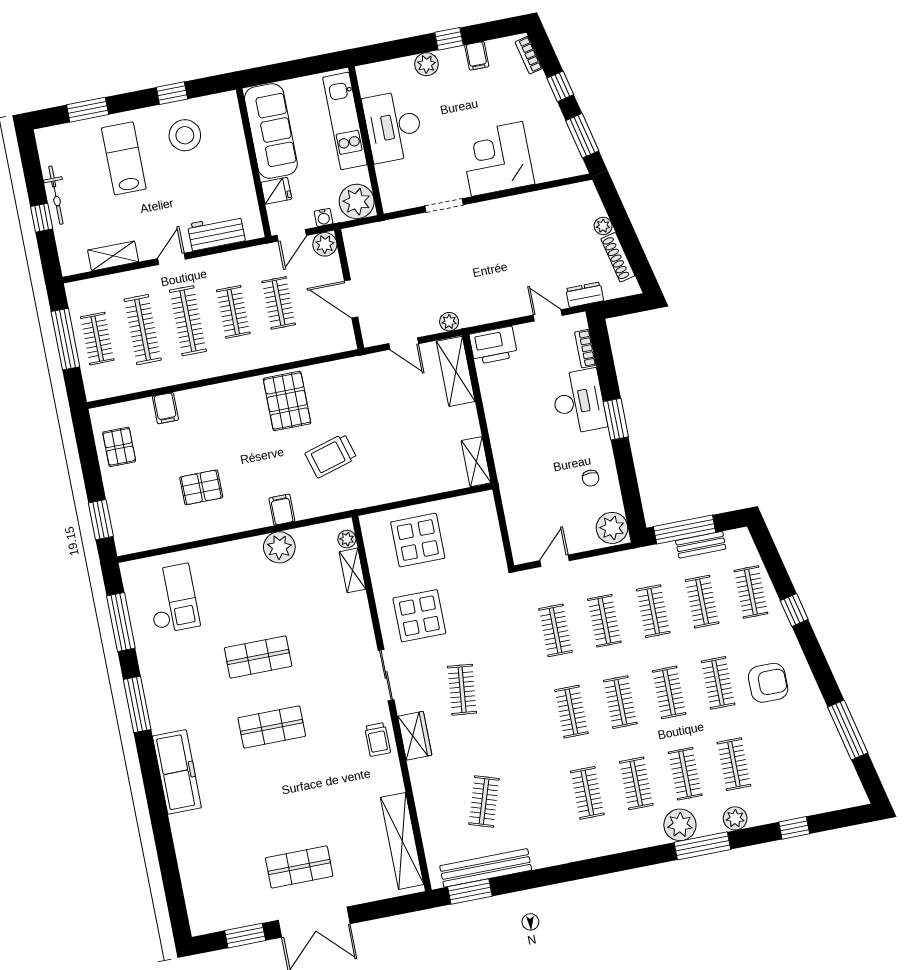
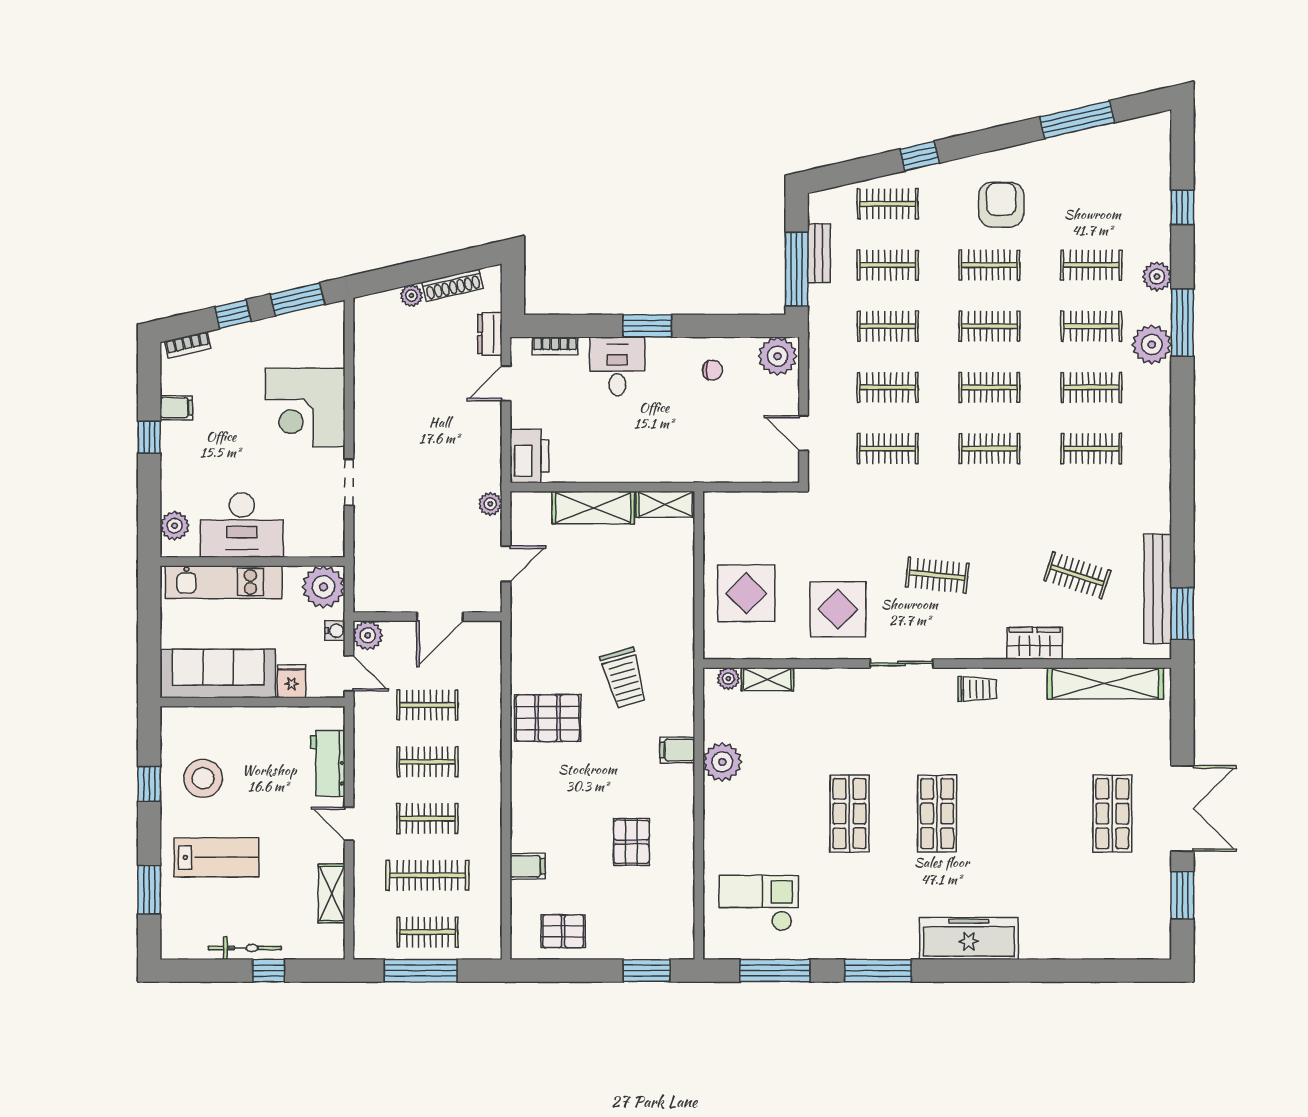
plant: (426, 64) -> (175, 526), moved
lab bench: (124, 158) -> (217, 857), turned 180
clothes rail: (188, 321) -> (427, 819), width x0.73
shelving: (456, 371) -> (593, 508), moved
desk: (579, 402) -> (617, 366), width x0.73
wardrobe: (415, 736) -> (1035, 643), moved

